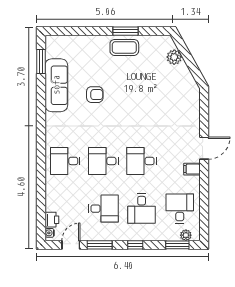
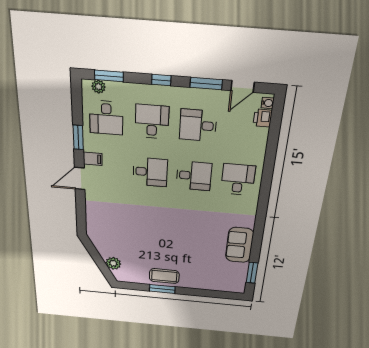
sofa: (56, 85) -> (240, 245), width x0.73
armchair: (95, 95) -> (198, 239), removed
desk: (65, 161) -> (238, 180), turned -90
window: (204, 188) -> (78, 137), added

